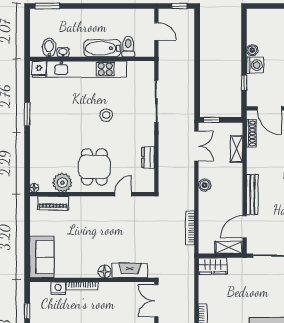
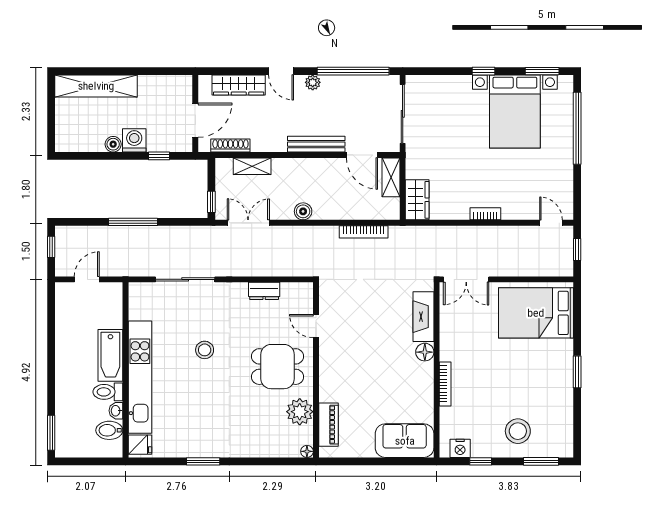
toilet: (128, 46) -> (108, 392), moved
window: (197, 64) -> (133, 222), added
nightstand: (58, 288) -> (460, 448), moved, turned -90

